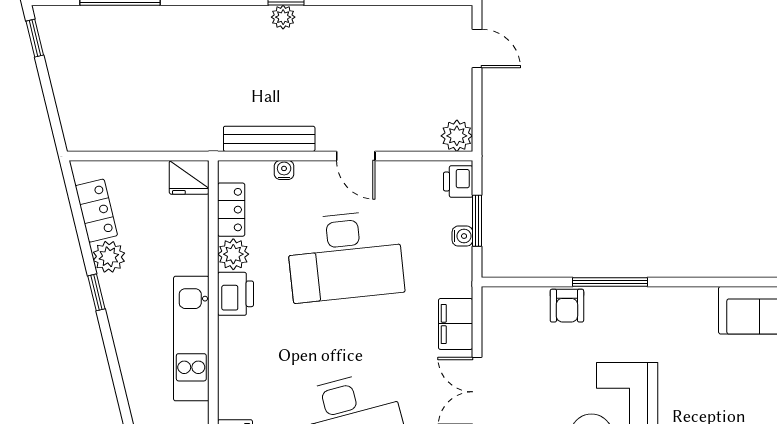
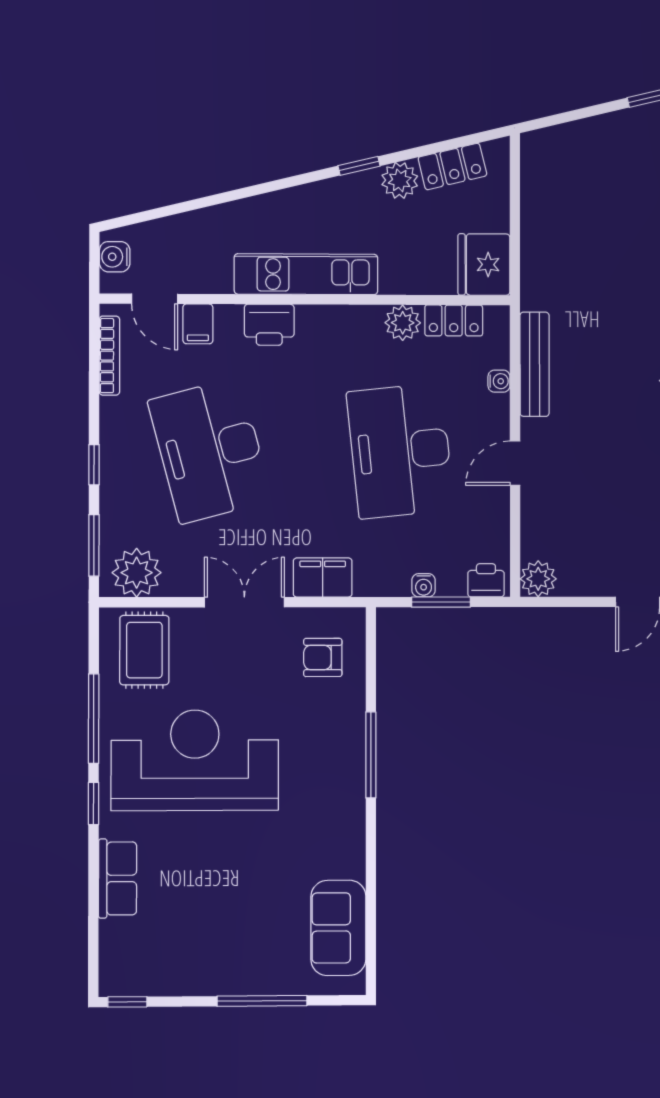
fridge: (189, 177) -> (484, 265), width x1.36, depth x1.34
printer: (236, 294) -> (269, 325), moved
armchair: (567, 306) -> (323, 657), moved

